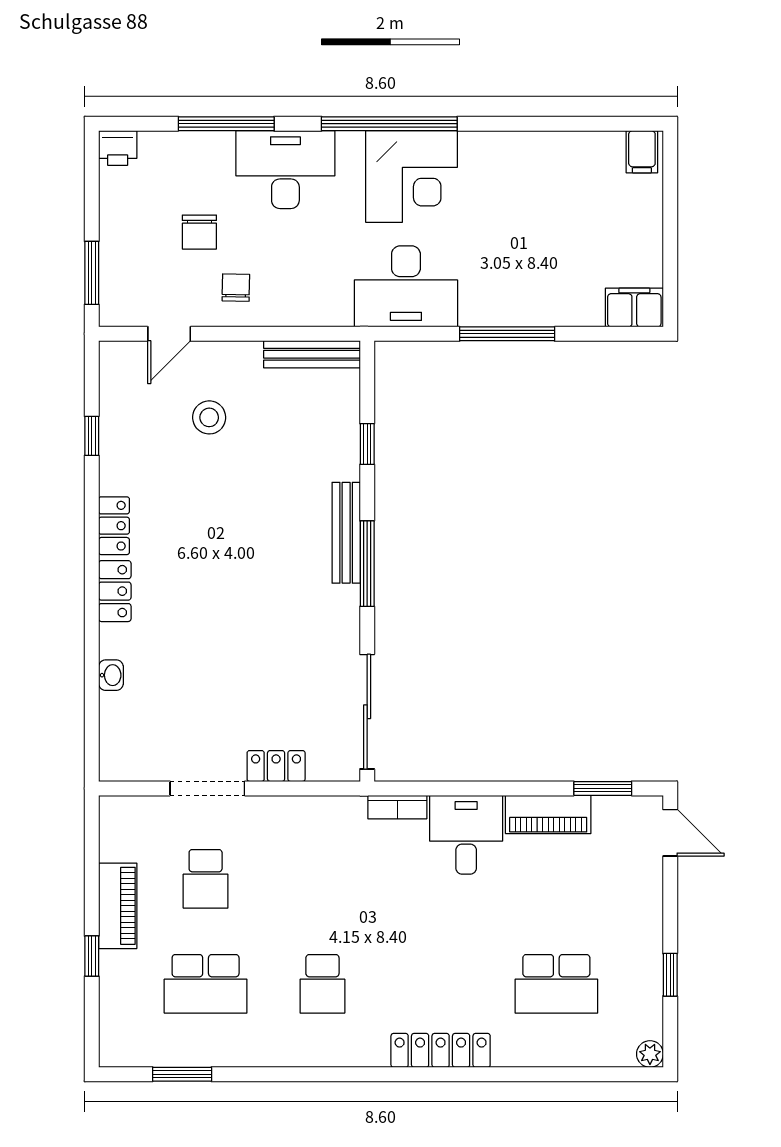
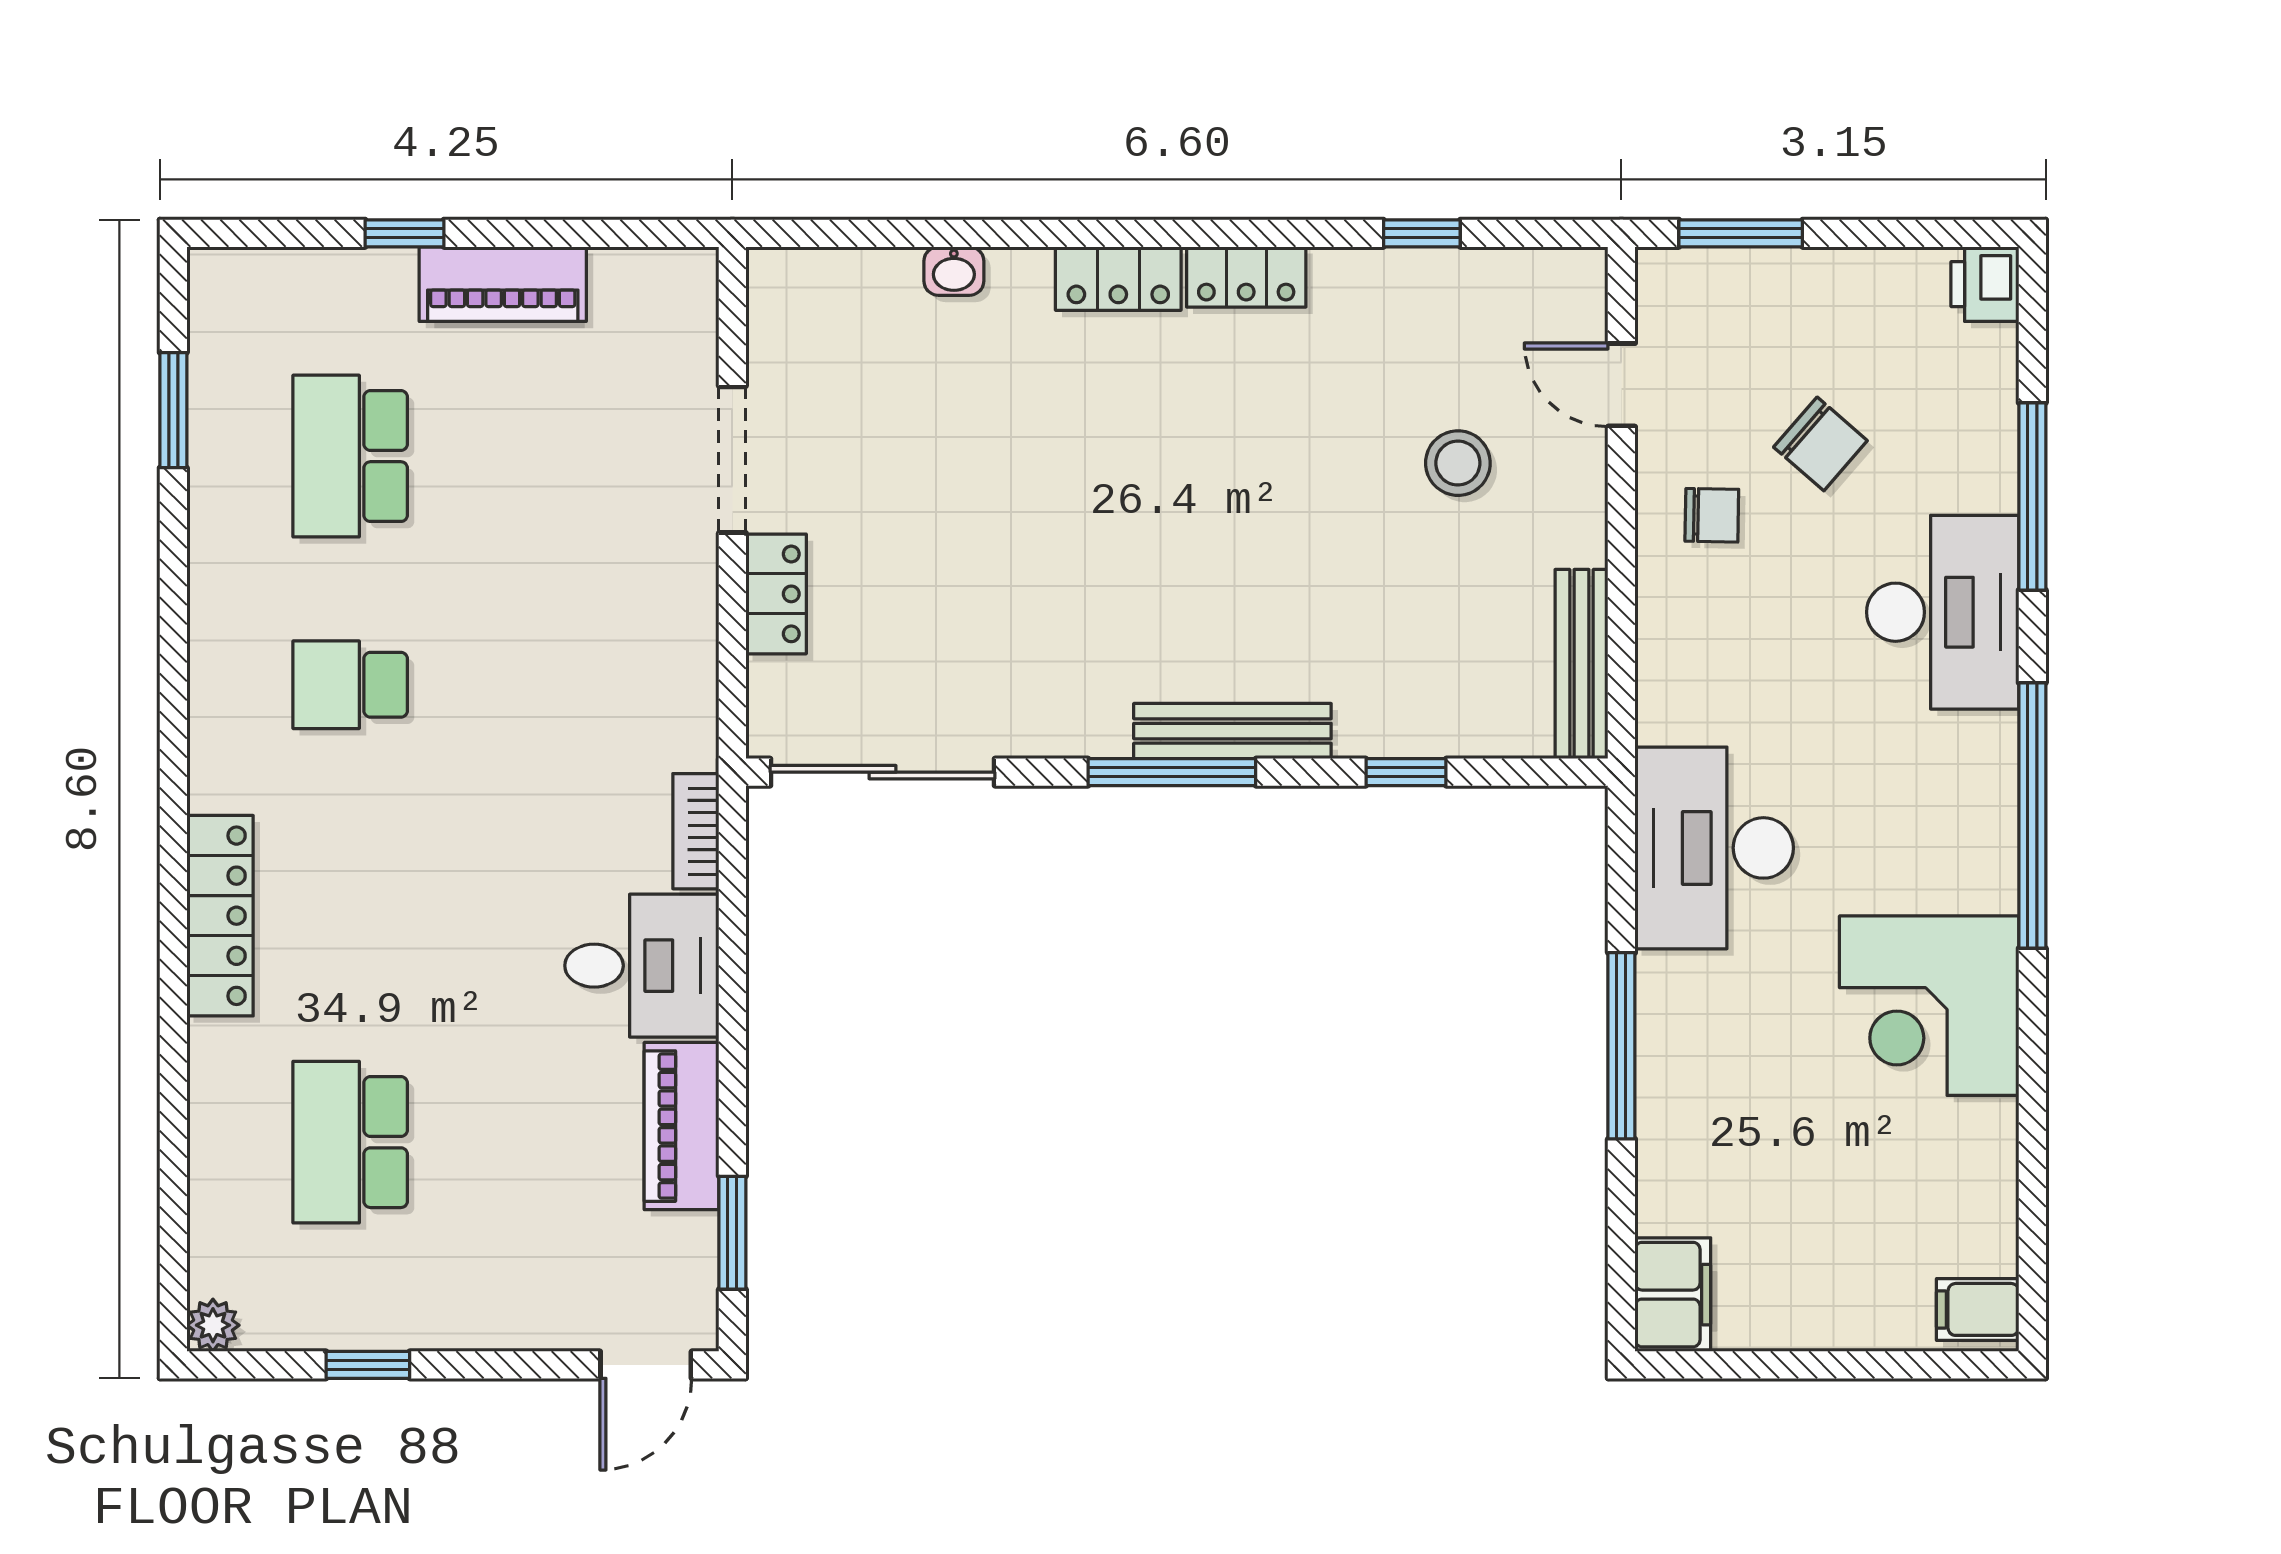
corner desk: (412, 176) -> (1929, 1006), moved
chair: (199, 232) -> (1820, 444), turned -139
school desk: (206, 879) -> (556, 456), removed

